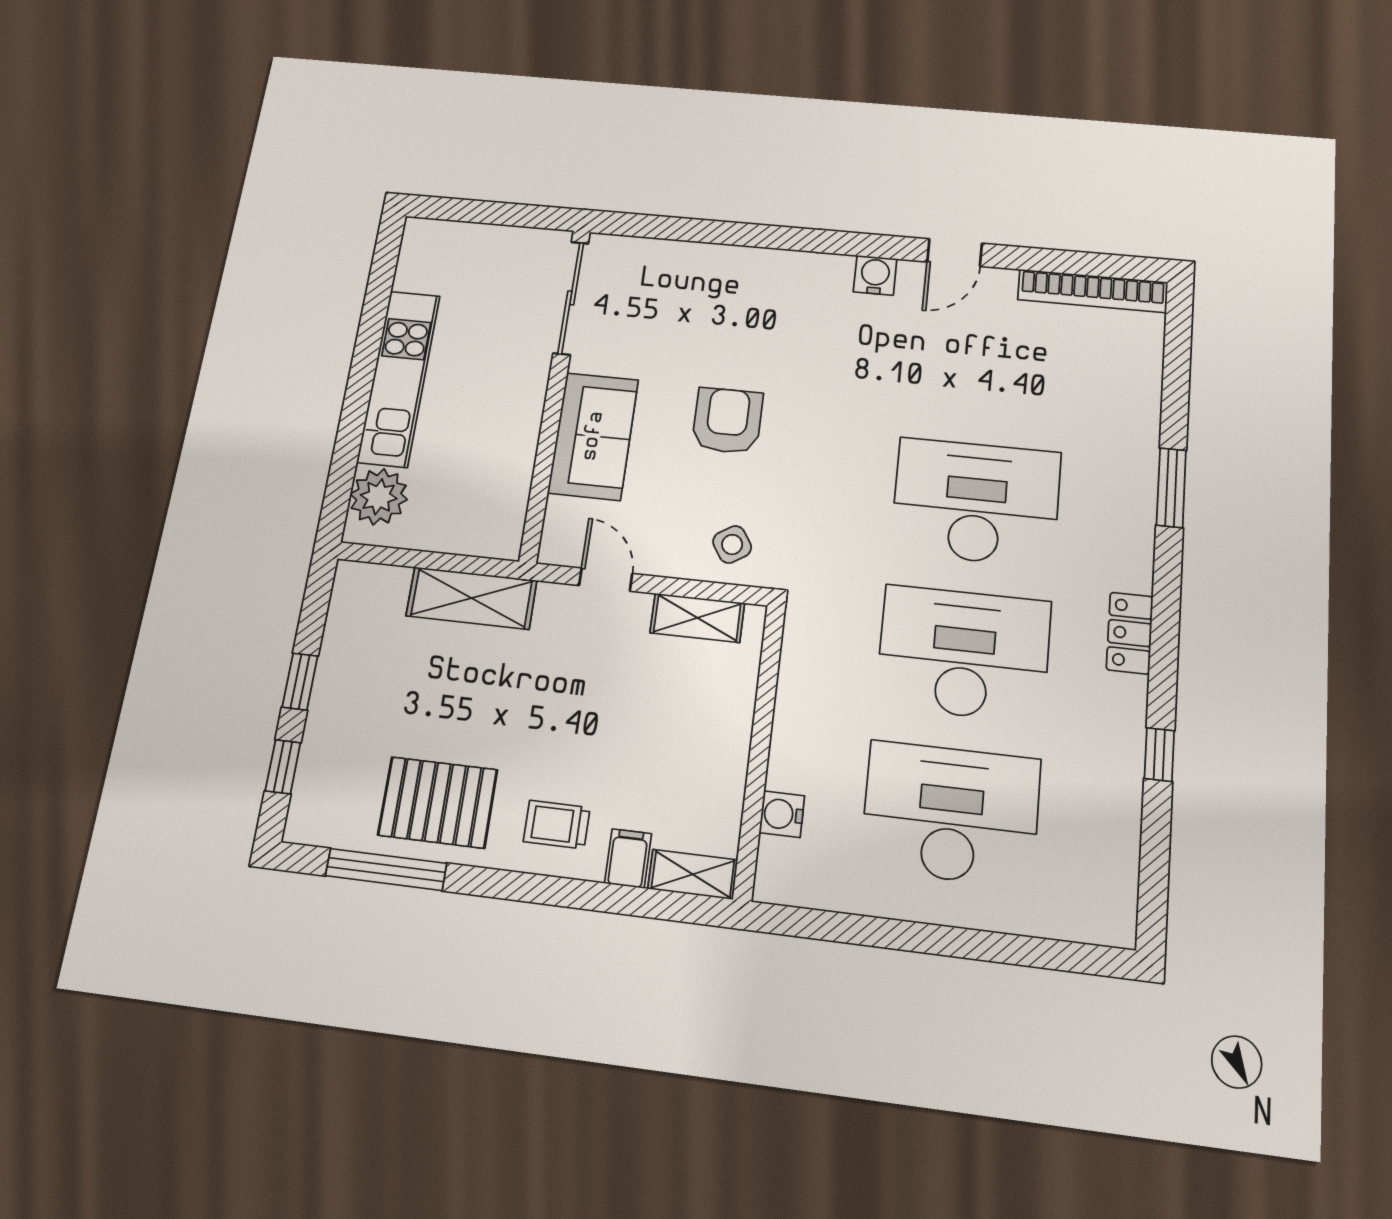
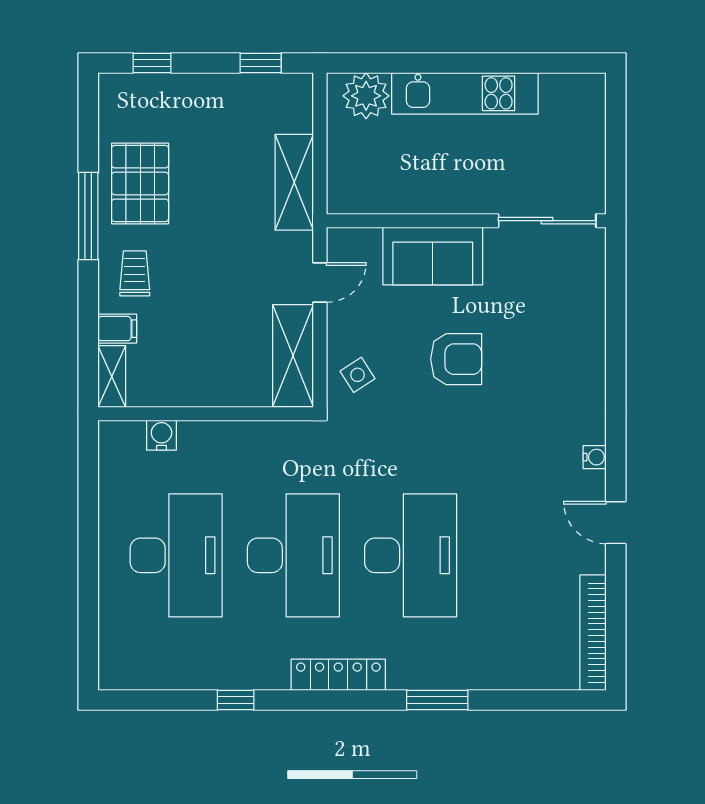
water cooler: (875, 275) -> (595, 457), width x0.72, depth x0.72
shelving: (697, 618) -> (293, 356), width x1.50, depth x1.33
locker: (1130, 633) -> (338, 675), width x1.53
window: (300, 682) -> (261, 63), moved
window: (386, 870) -> (88, 216), moved

